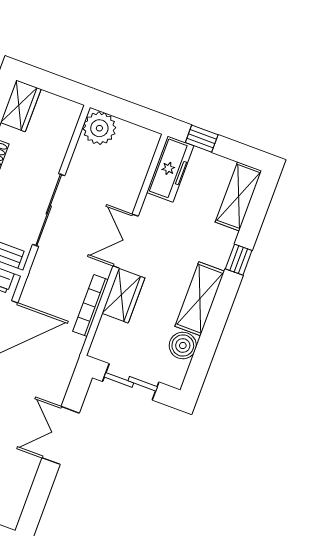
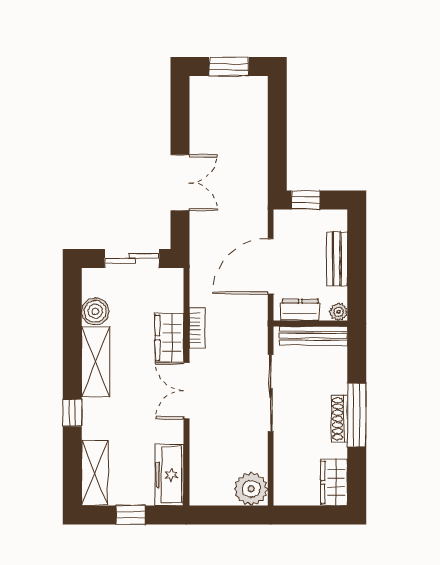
window: (202, 139) -> (130, 515), moved
double door: (126, 241) -> (186, 391), swing flipped
bookcase: (91, 306) -> (197, 328), width x0.64

